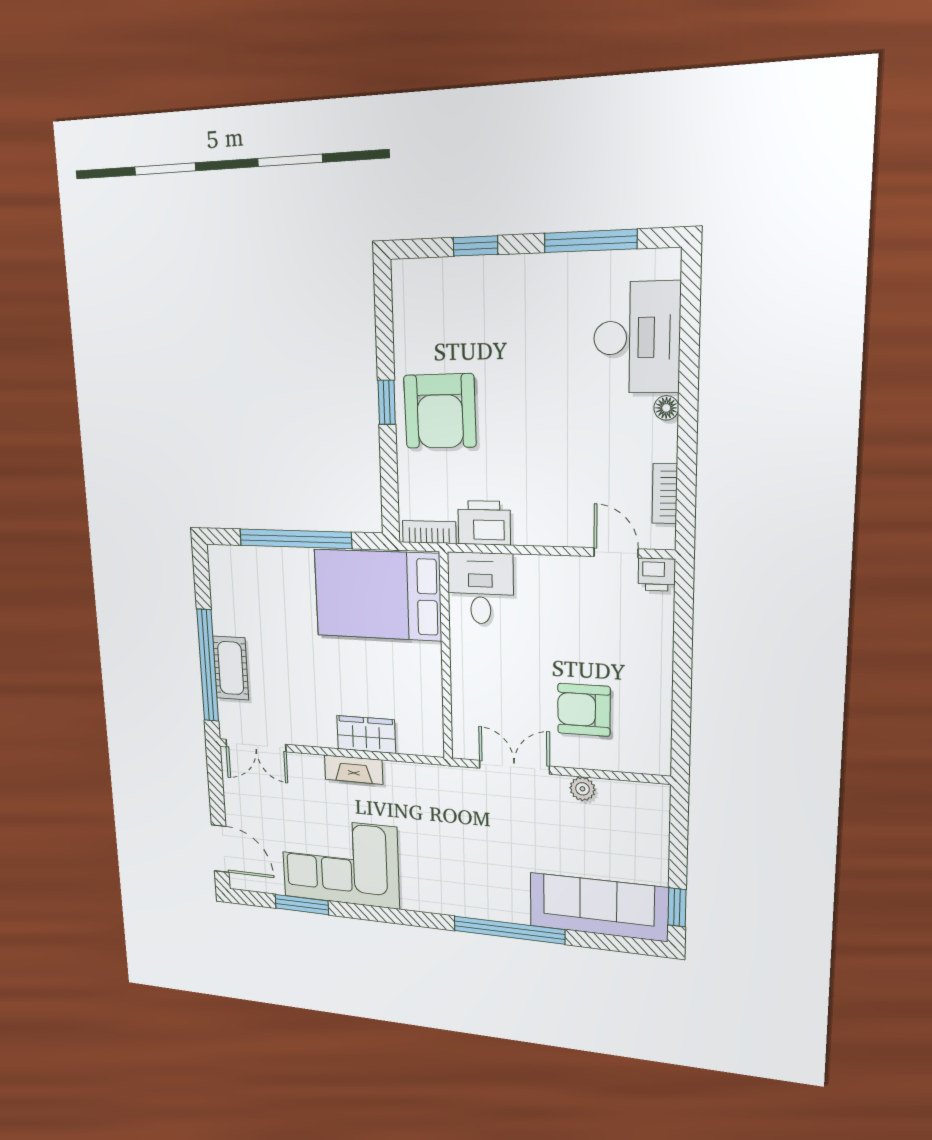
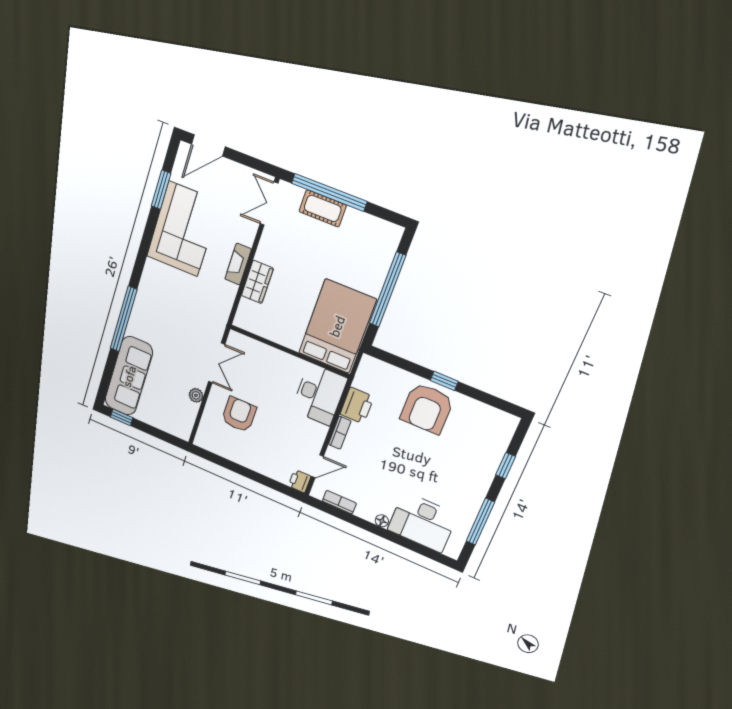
armchair: (440, 411) -> (427, 408), turned -89
bookcase: (429, 532) -> (340, 433), moved
desk: (480, 588) -> (319, 394), width x1.37

